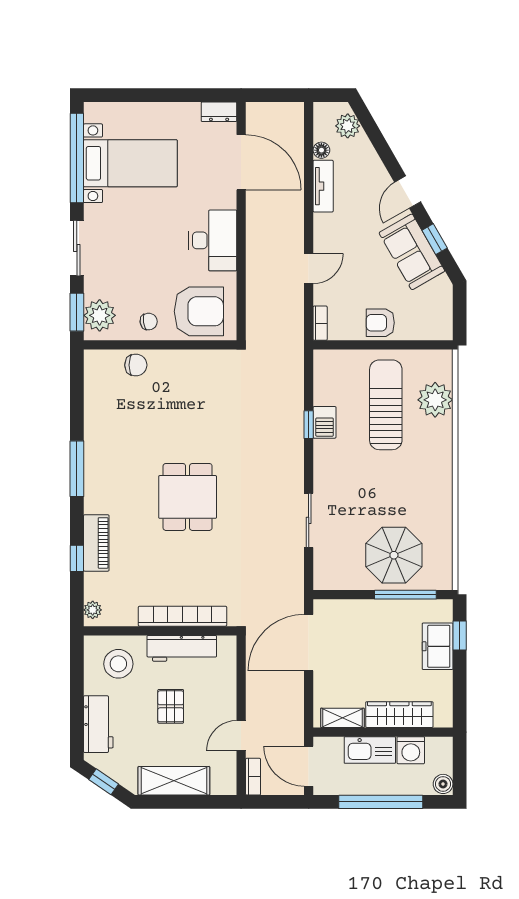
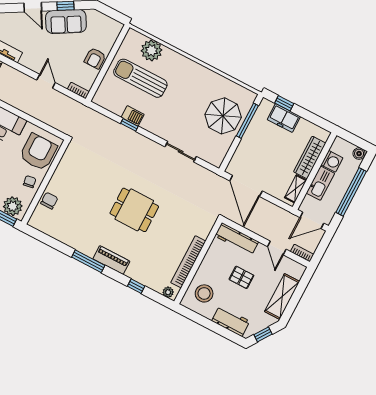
piano: (96, 543) -> (111, 260), moved
bookcase: (183, 616) -> (188, 262), moved
workbench: (182, 648) -> (237, 239), moved, turned 90

